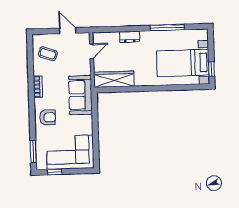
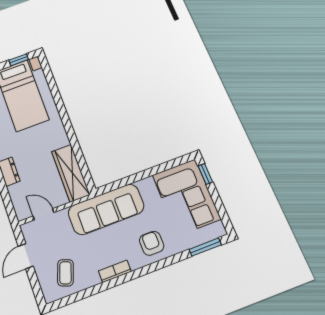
sofa: (80, 95) -> (106, 209), width x1.36
window: (55, 172) -> (205, 174), moved

